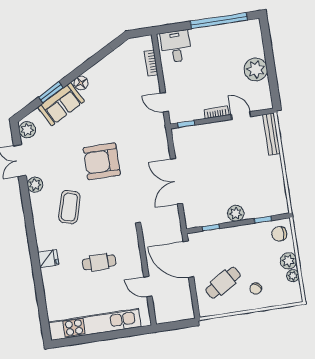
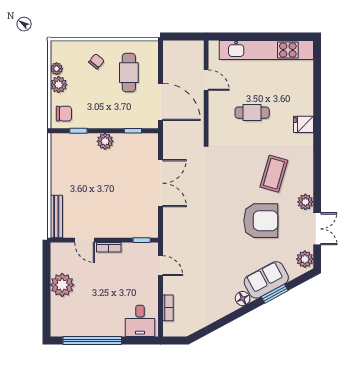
armchair: (102, 161) -> (261, 221), moved
cafe table: (223, 283) -> (129, 73), turned -59

